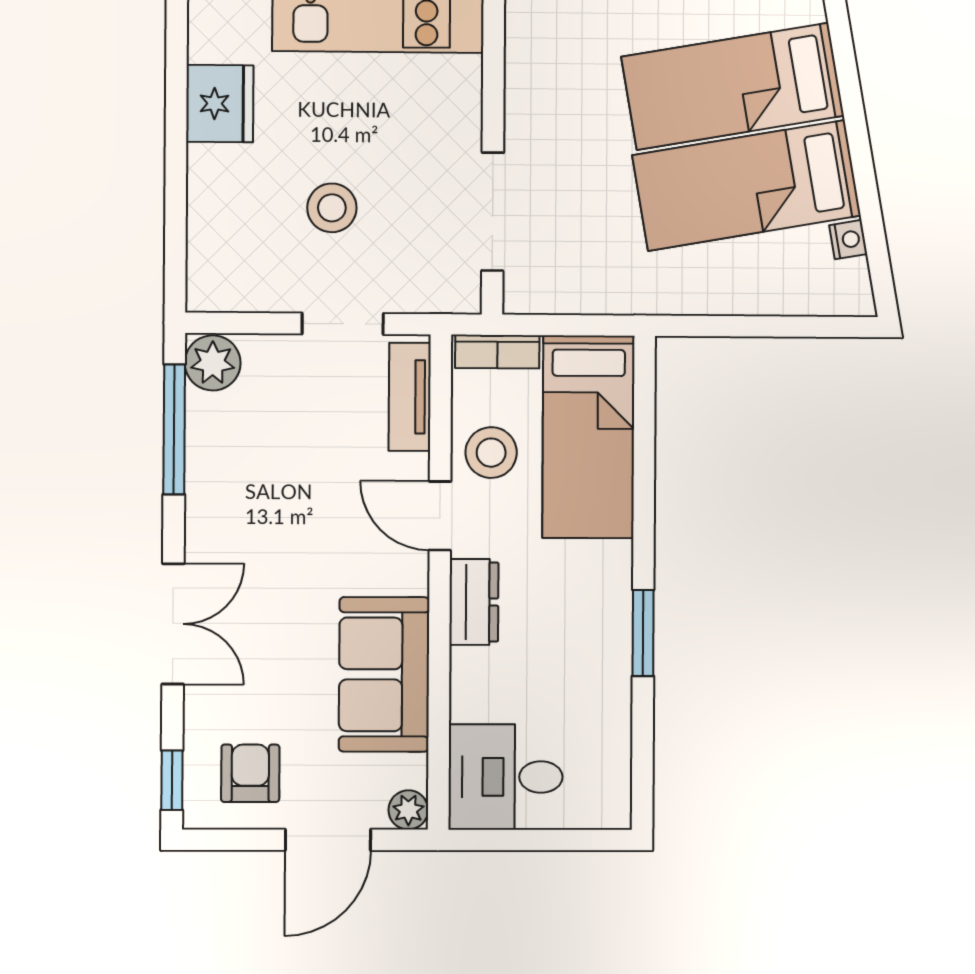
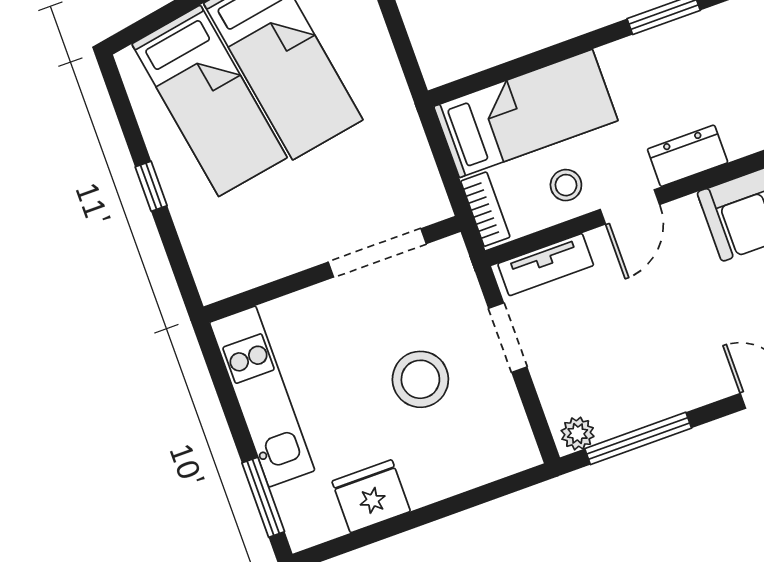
stool: (332, 208) -> (420, 379), width x1.38, depth x1.38
plant: (213, 363) -> (578, 433), width x0.73, depth x0.73
stool: (491, 453) -> (566, 185), width x0.73, depth x0.73

